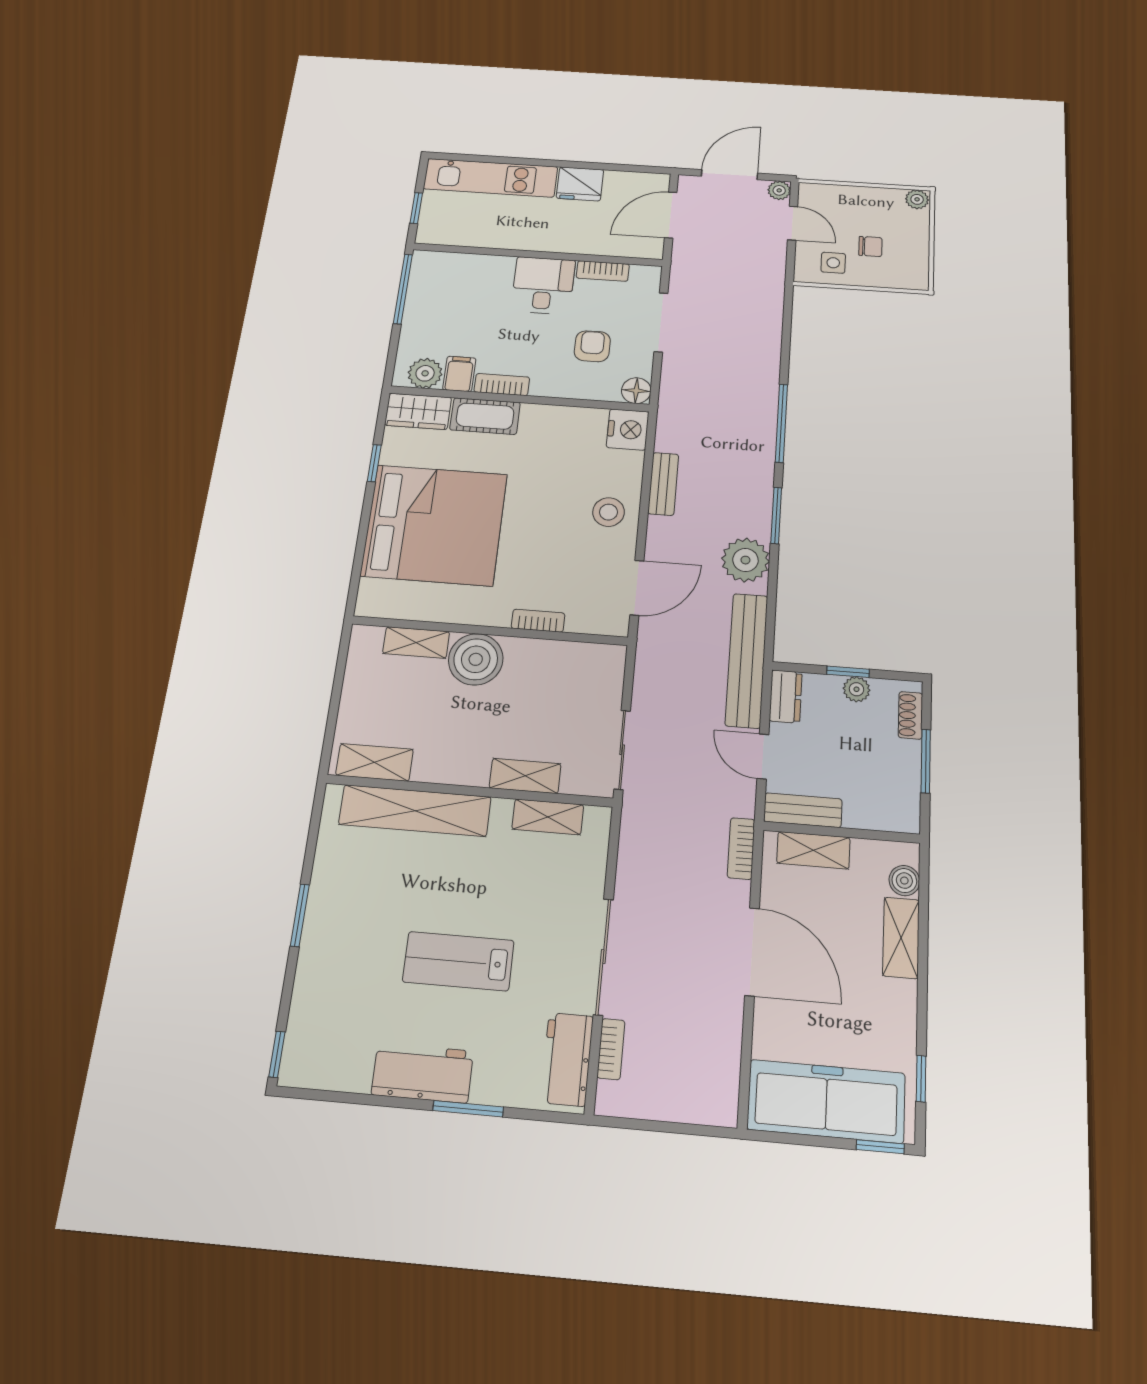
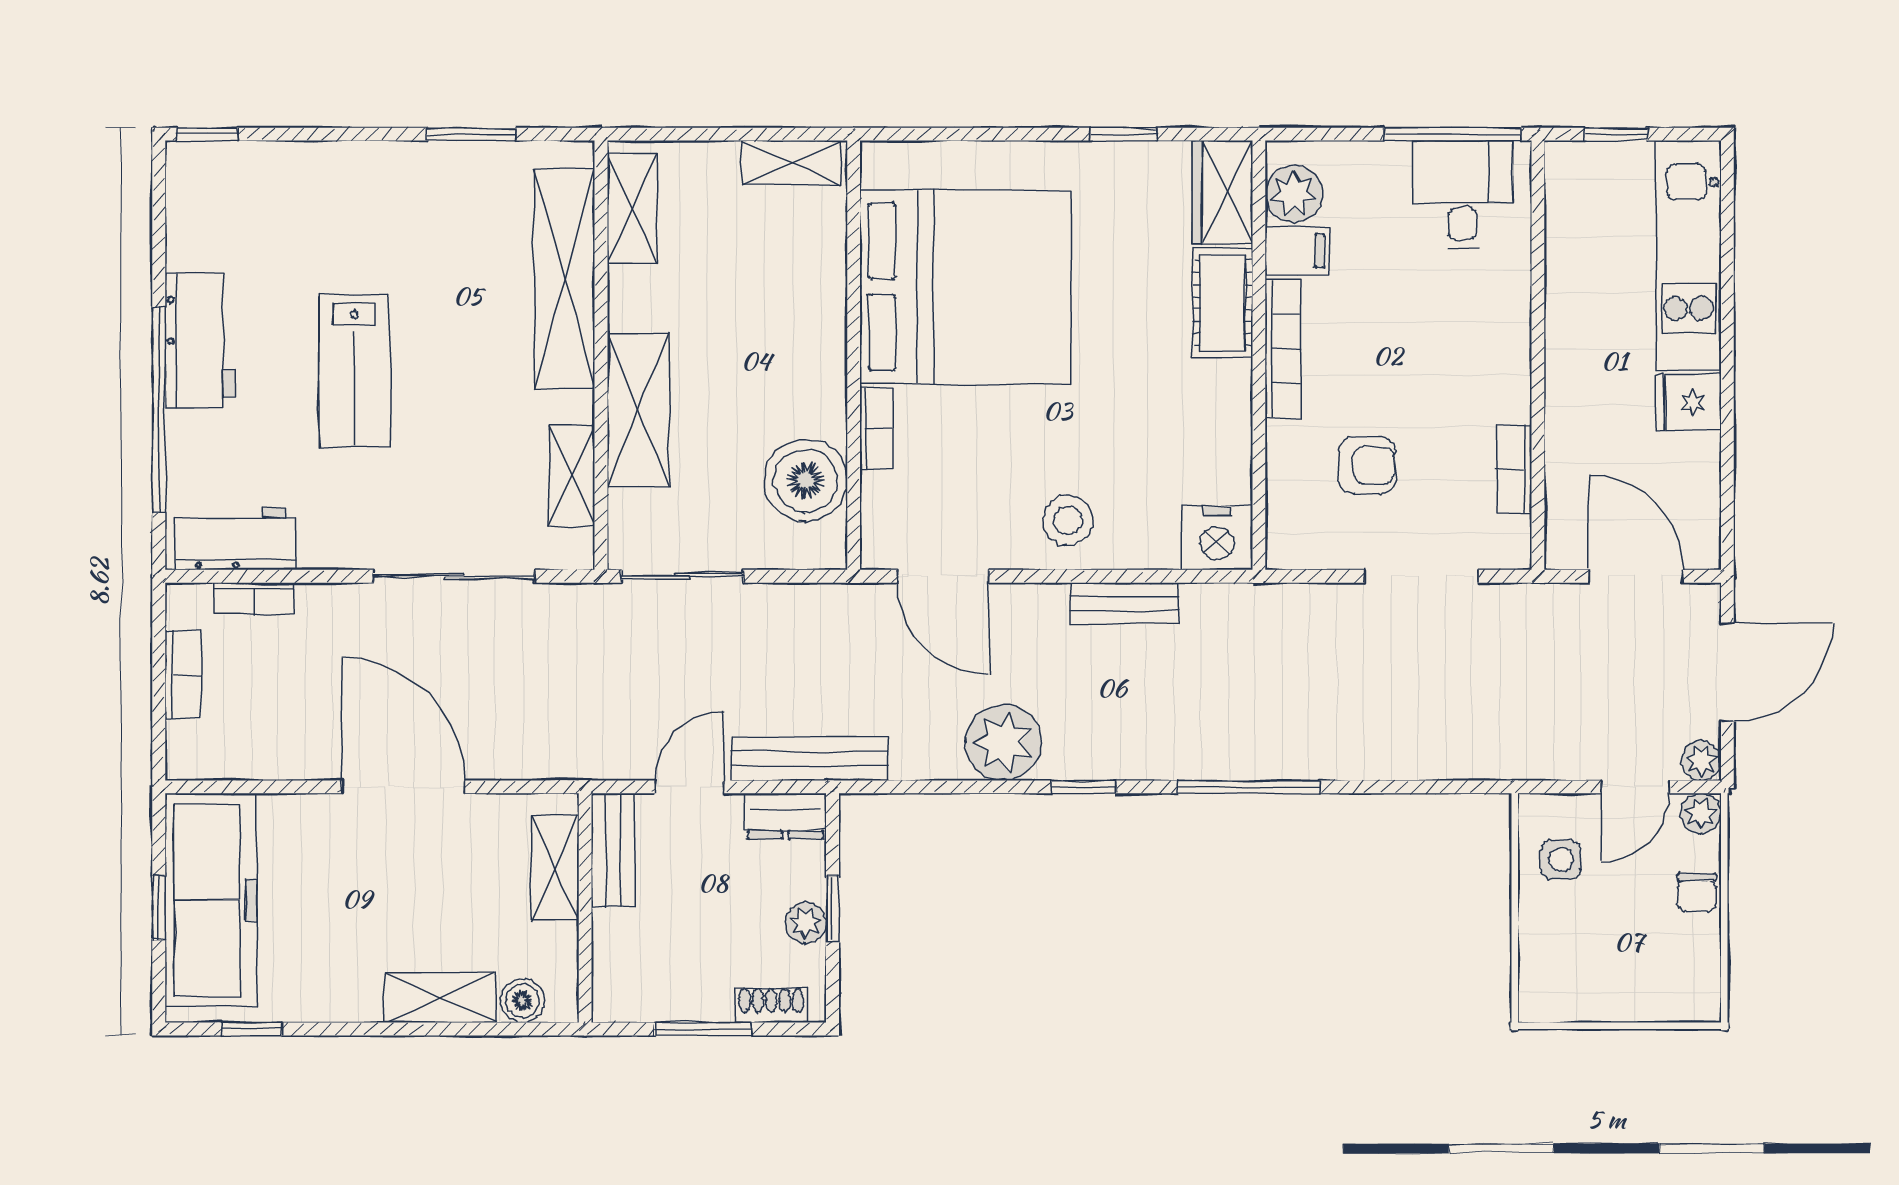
door: (729, 175) -> (1727, 672), hinge flipped
fridge: (580, 184) -> (1688, 403), width x0.72
plant: (917, 199) -> (1701, 813), moved
chair: (870, 247) -> (1697, 893), moved
desk: (543, 285) -> (1463, 194), moved, turned -90
bookcase: (502, 385) -> (1283, 348), width x1.56
floor lamp: (636, 391) -> (1289, 546), removed
window: (776, 515) -> (1084, 787), width x0.67
bed: (434, 525) -> (965, 287), moved, turned -90
shelving: (416, 643) -> (791, 163), moved, turned 90
boiler: (476, 659) -> (806, 480), moved
bench: (747, 660) -> (810, 759), width x0.73, depth x0.82
shelving: (525, 776) -> (638, 410), width x1.50, depth x1.33
bookcase: (741, 848) -> (183, 675), moved, turned 90
window: (300, 915) -> (471, 134), moved
door: (752, 952) -> (403, 787), swing flipped
sliding door: (603, 957) -> (454, 576), moved
lab bench: (458, 961) -> (354, 371), turned 180
window: (468, 1109) -> (159, 410), width x2.11
window: (880, 1147) -> (159, 908), moved

